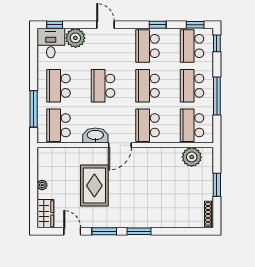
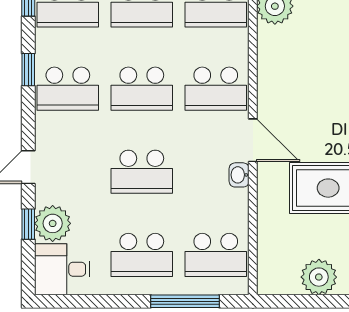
window: (55, 25) -> (28, 224), moved
washbasin: (95, 135) -> (239, 175), width x0.52, depth x0.69
plant: (42, 185) -> (319, 277), width x1.88, depth x1.88

